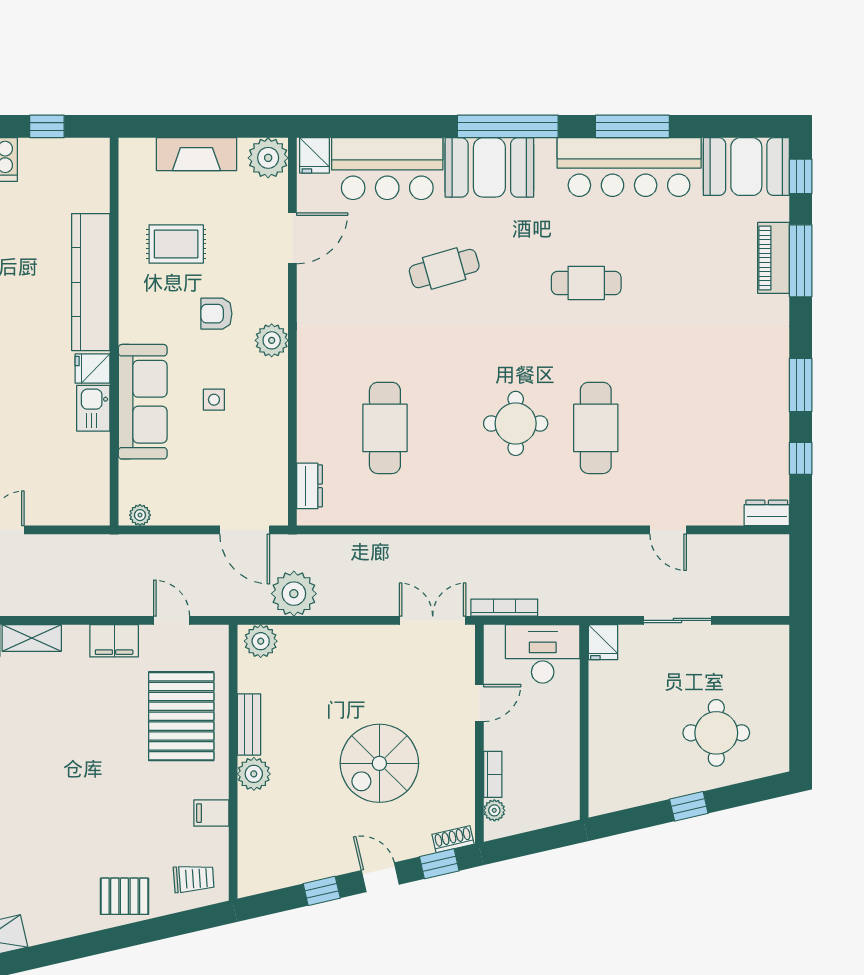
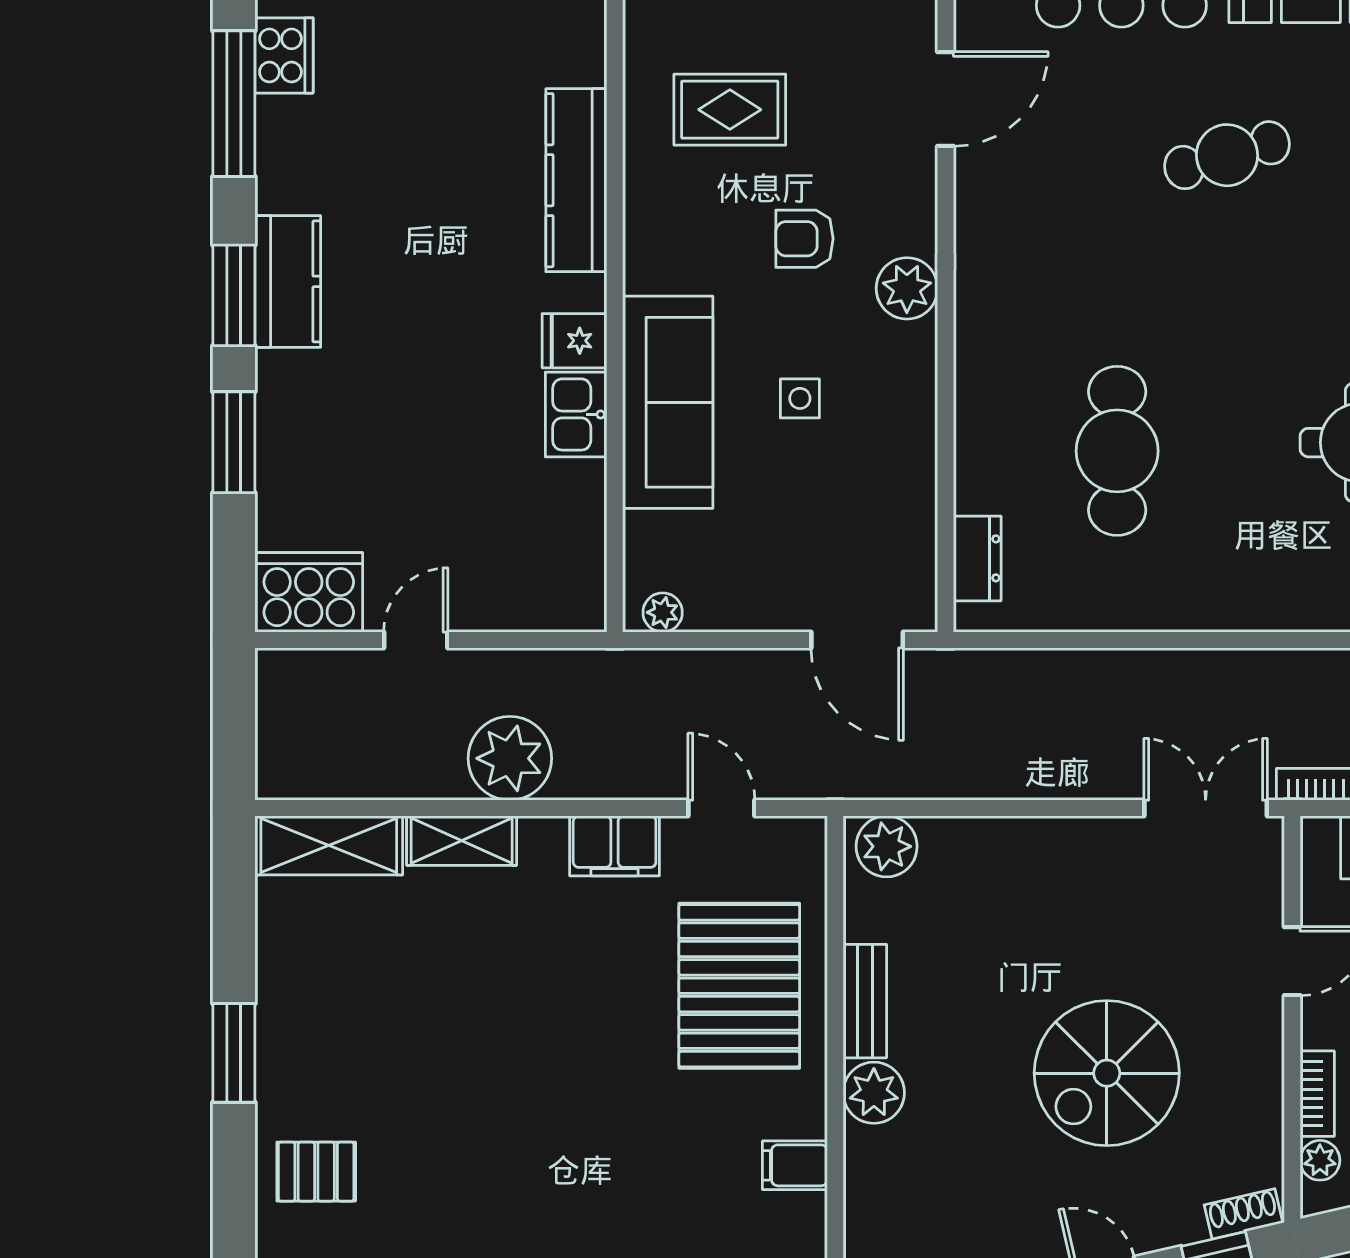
kitchen counter: (91, 282) -> (576, 180), width x0.72, depth x0.86
plant: (294, 594) -> (510, 758), moved

